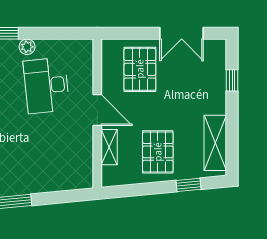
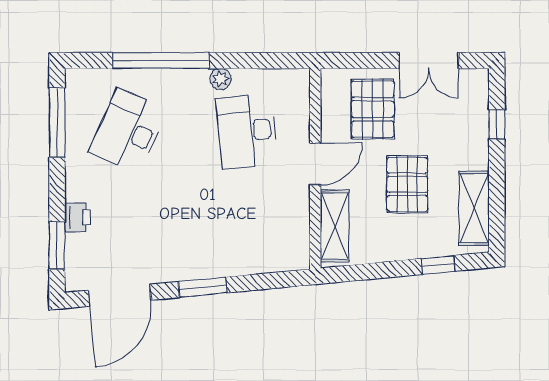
door: (97, 110) -> (315, 164), hinge flipped
shelving: (109, 147) -> (335, 226), width x1.50, depth x1.33
pallet: (158, 152) -> (407, 184), moved

